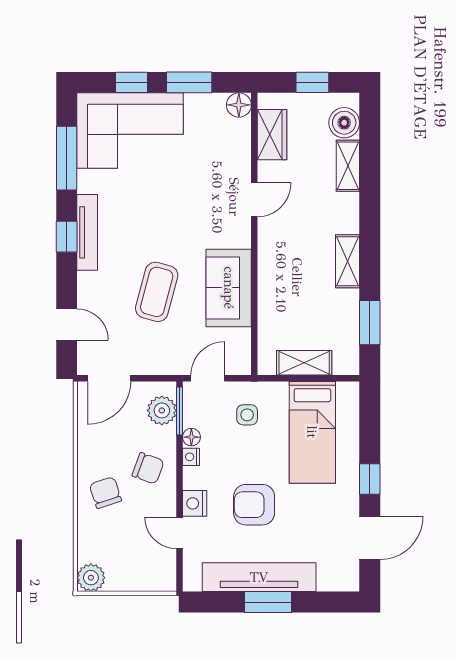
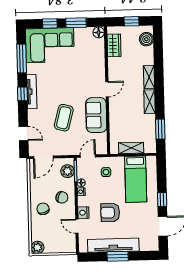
shelving: (348, 166) -> (149, 77), moved
door: (254, 200) -> (107, 89), moved

